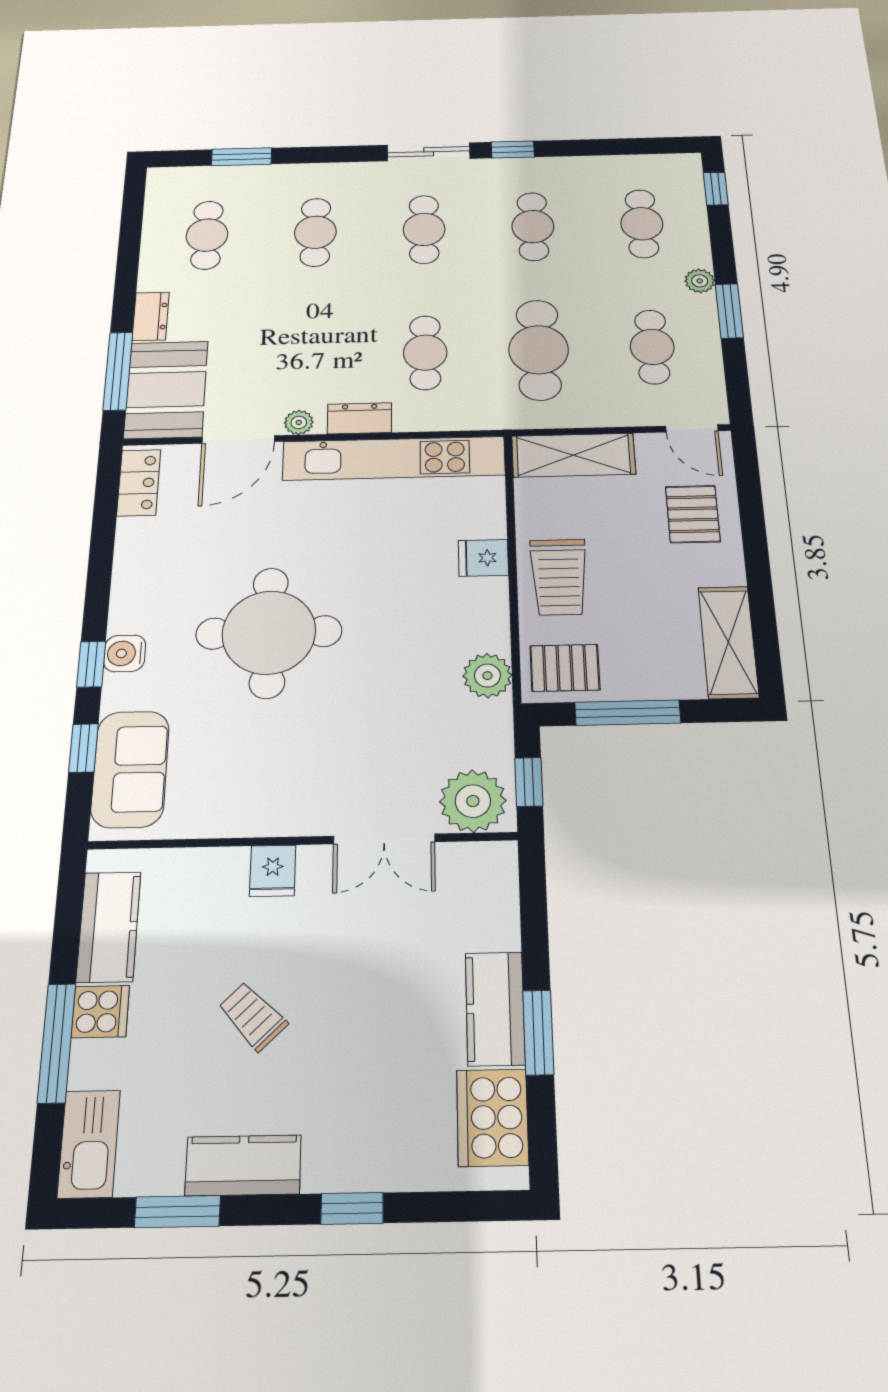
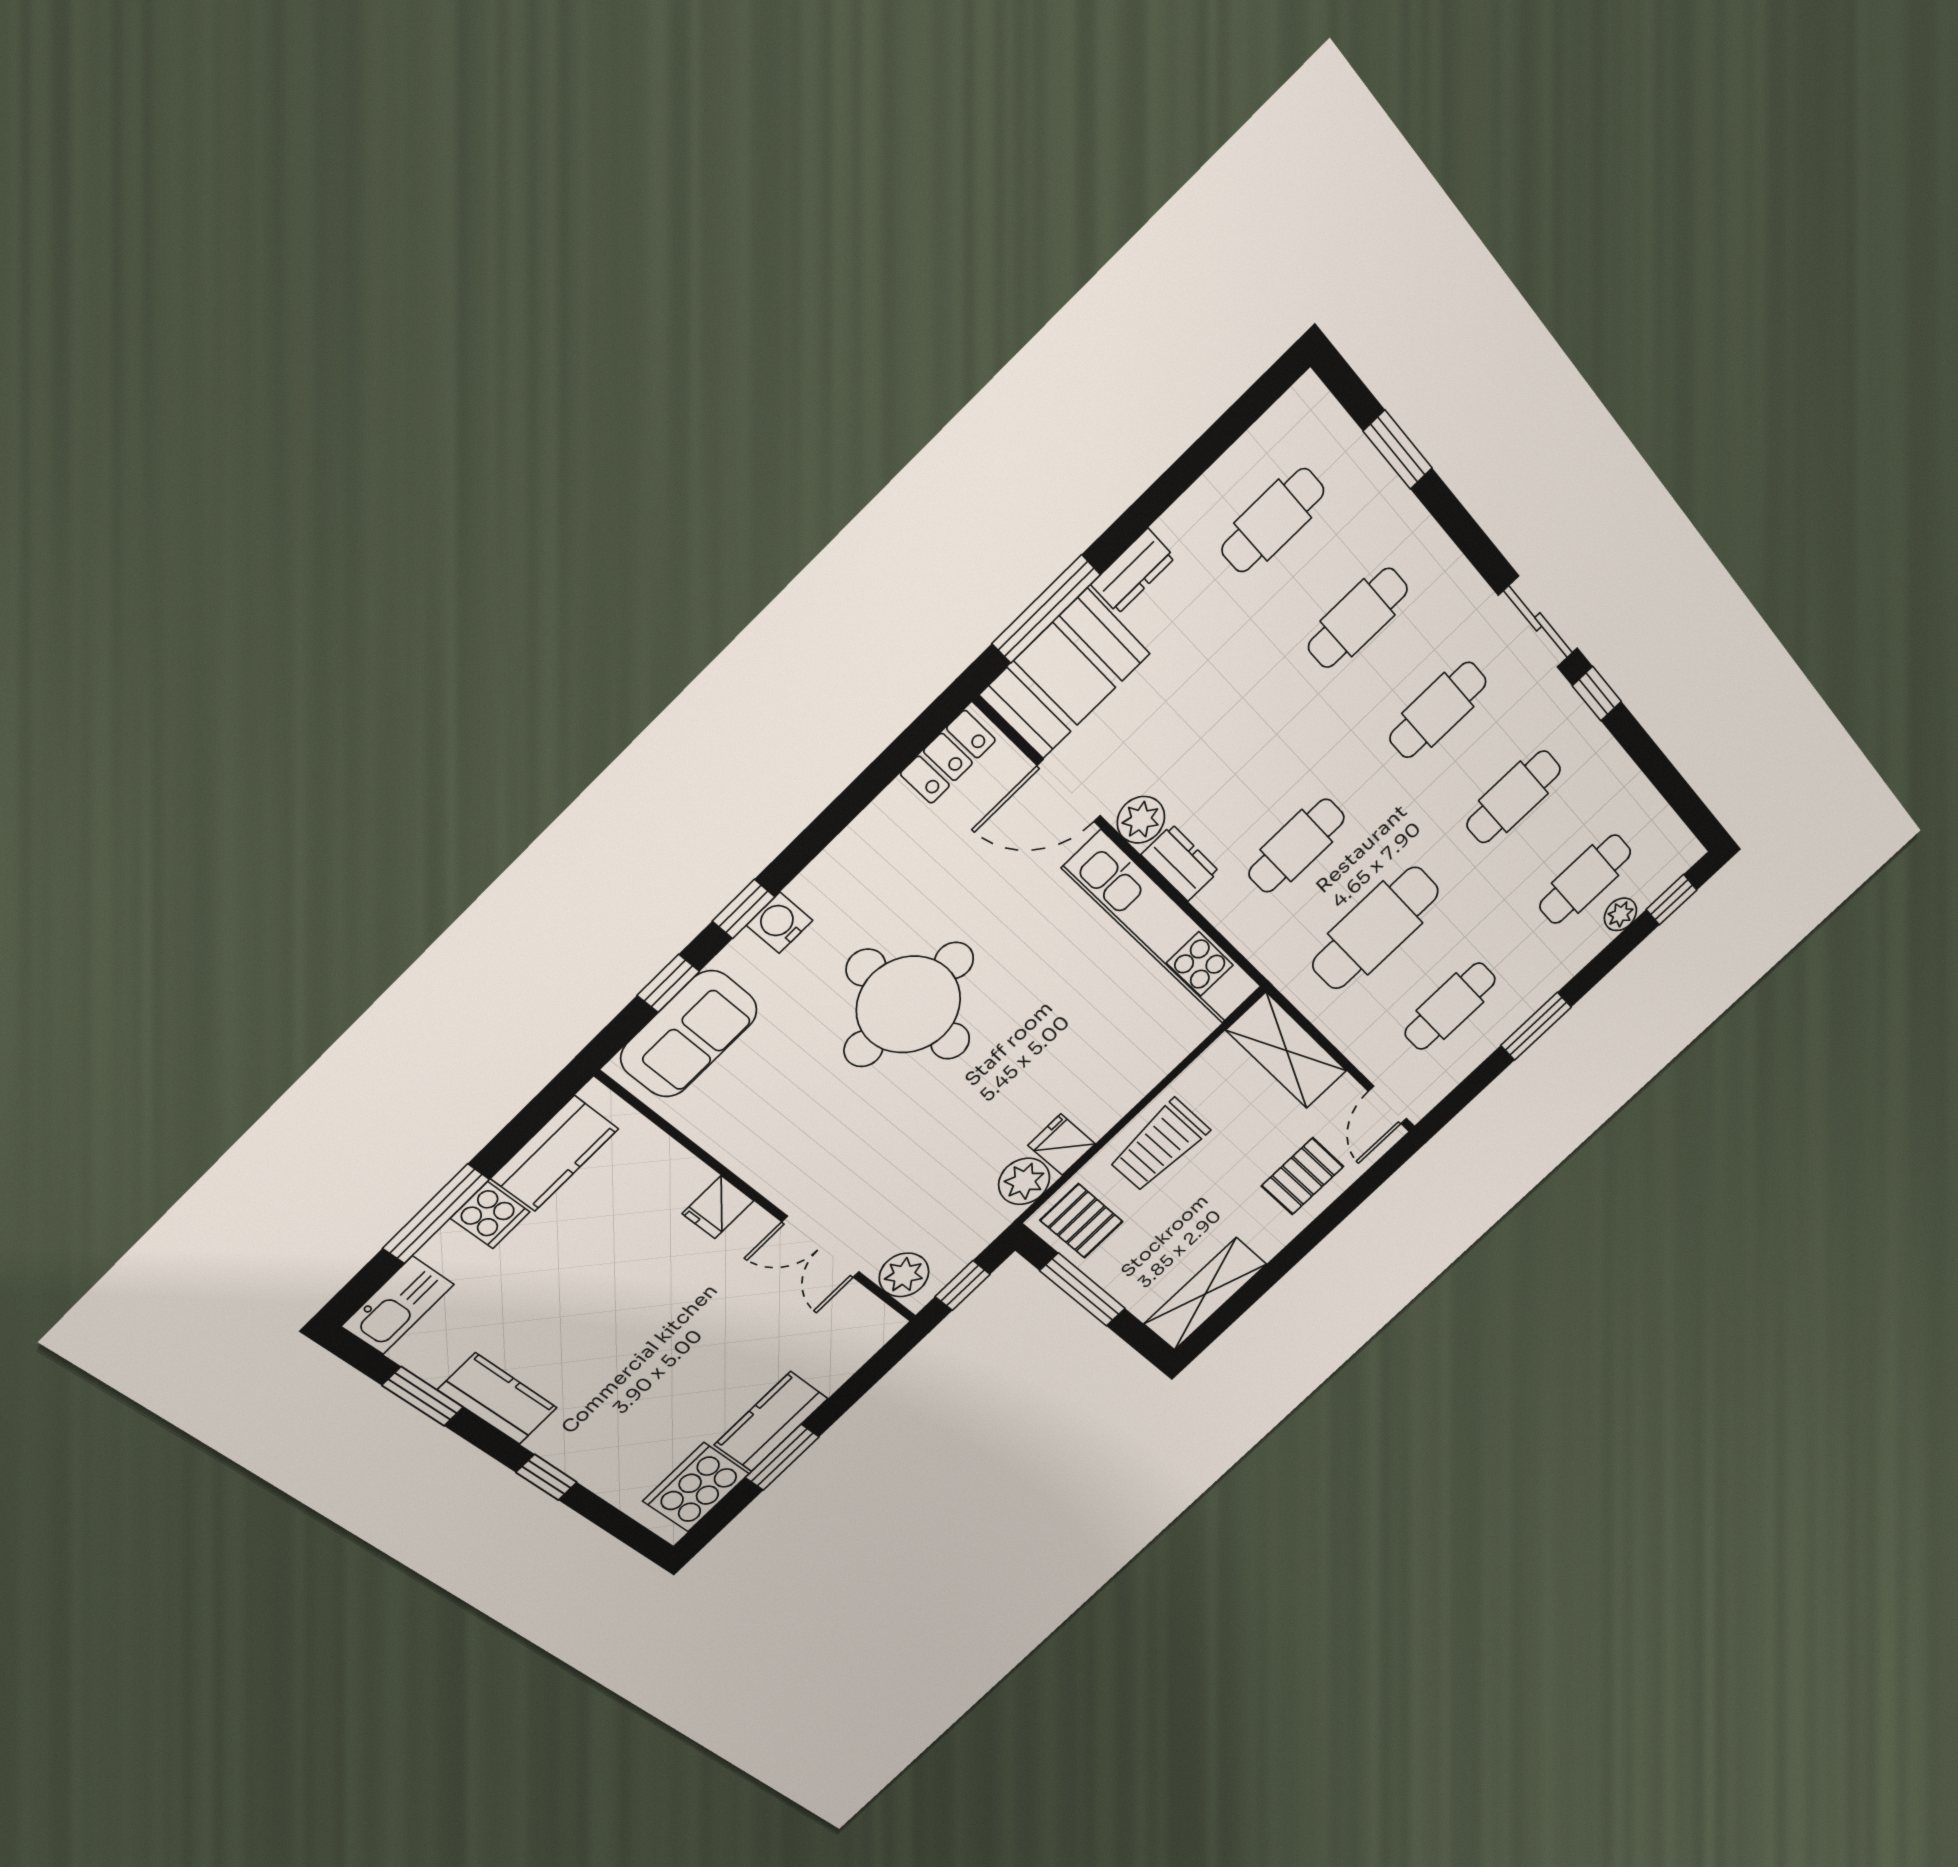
plant: (700, 281) -> (1620, 914), moved
plant: (299, 422) -> (1141, 820), width x1.38, depth x1.38
fridge: (483, 558) -> (1062, 1145), moved
plant: (473, 801) -> (904, 1275), width x0.73, depth x0.73
trolley: (253, 1016) -> (600, 1303), removed

